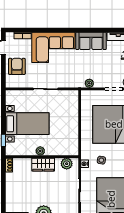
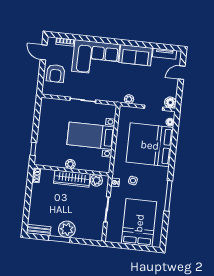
armchair: (17, 66) -> (56, 73), turned 180
bed with nightstands: (27, 124) -> (91, 136), moved, turned 180
wardrobe: (43, 165) -> (72, 179), width x1.50

